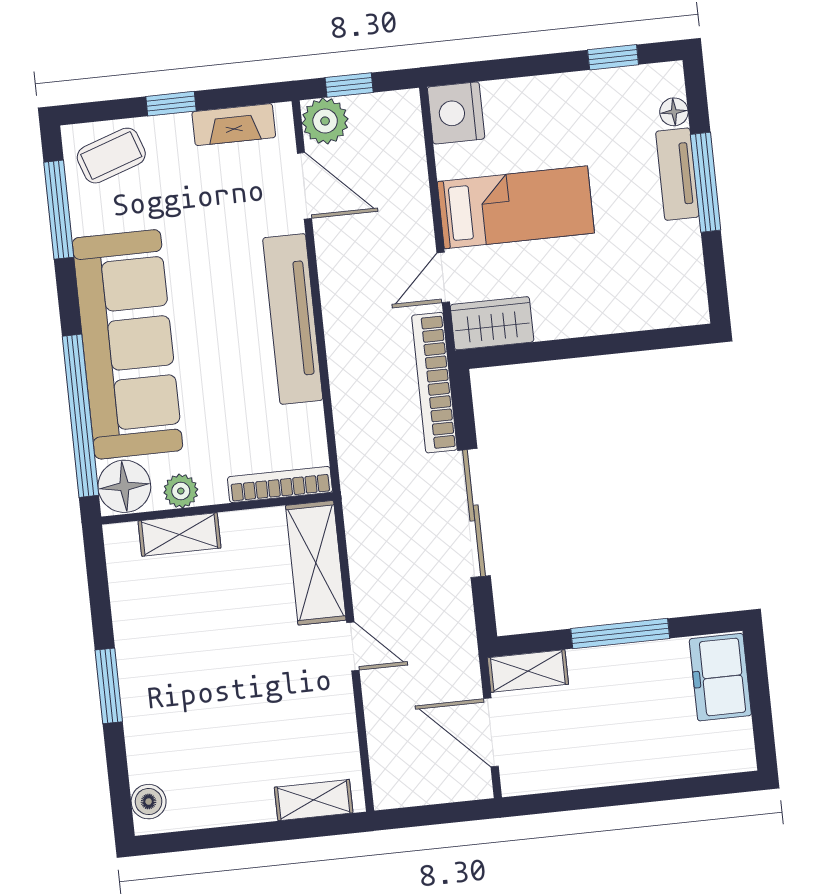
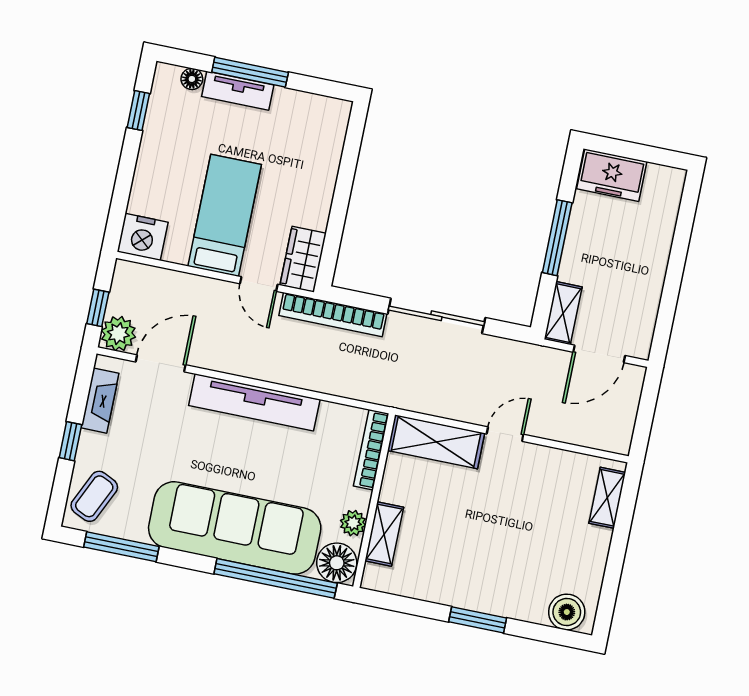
coffee table: (111, 156) -> (94, 496), turned 44
boiler: (149, 802) -> (567, 612), width x1.36, depth x1.36

